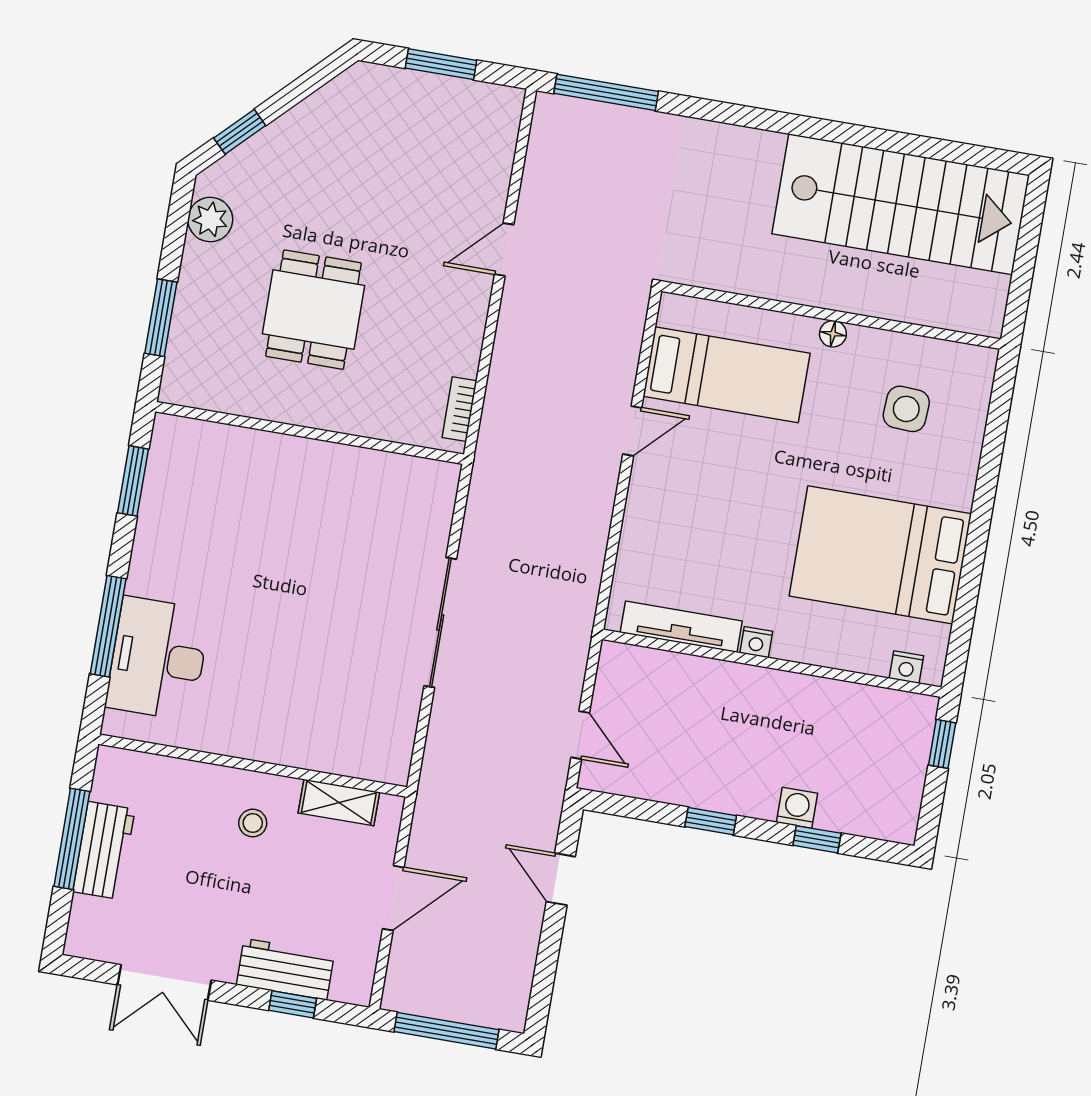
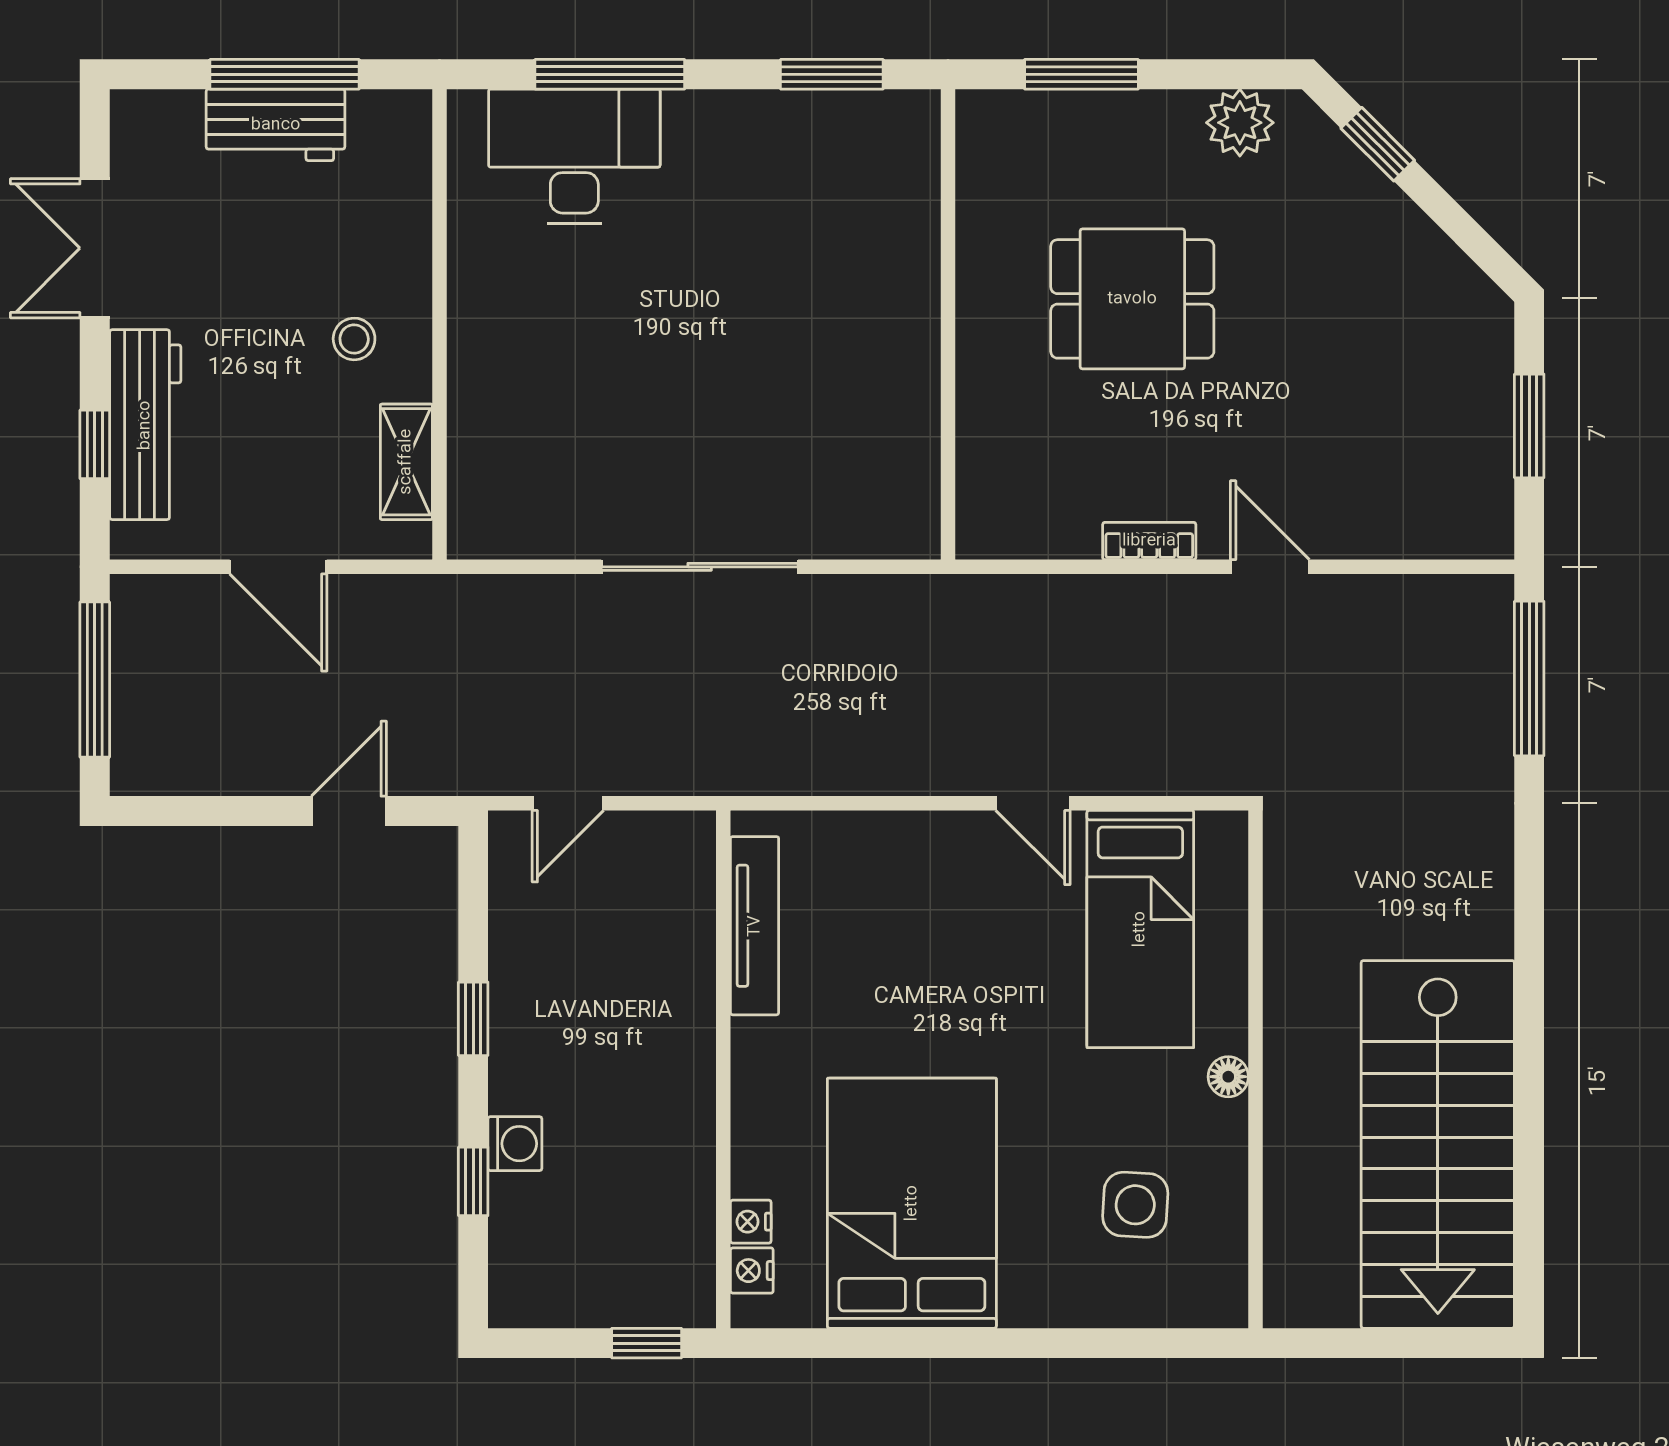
bookcase: (459, 409) -> (1149, 541), moved
nightstand: (756, 642) -> (751, 1222), moved
workbench: (285, 969) -> (145, 425), width x1.38

